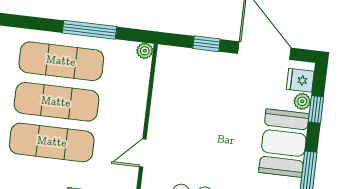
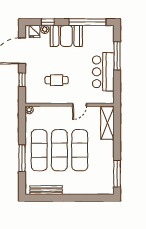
window: (90, 30) -> (22, 158), moved
cafe table: (198, 113) -> (57, 80), added
door: (143, 153) -> (80, 105), hinge flipped

